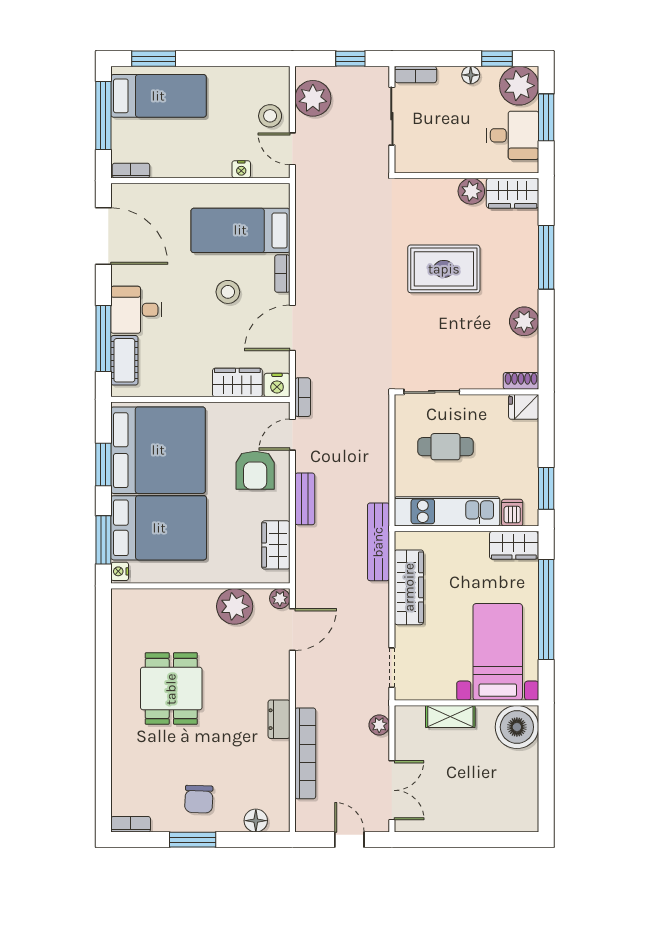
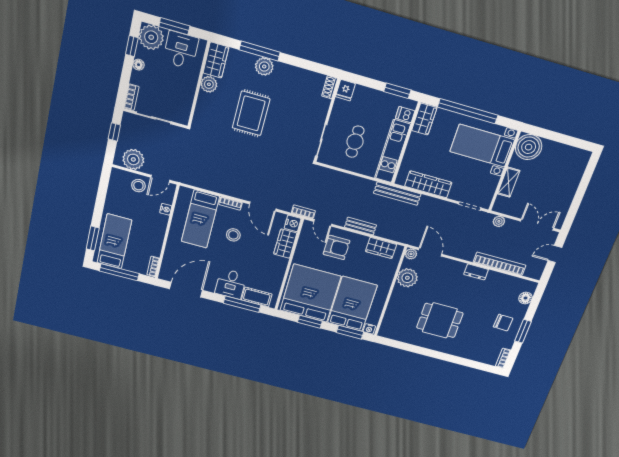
plant: (524, 321) -> (264, 67), moved

